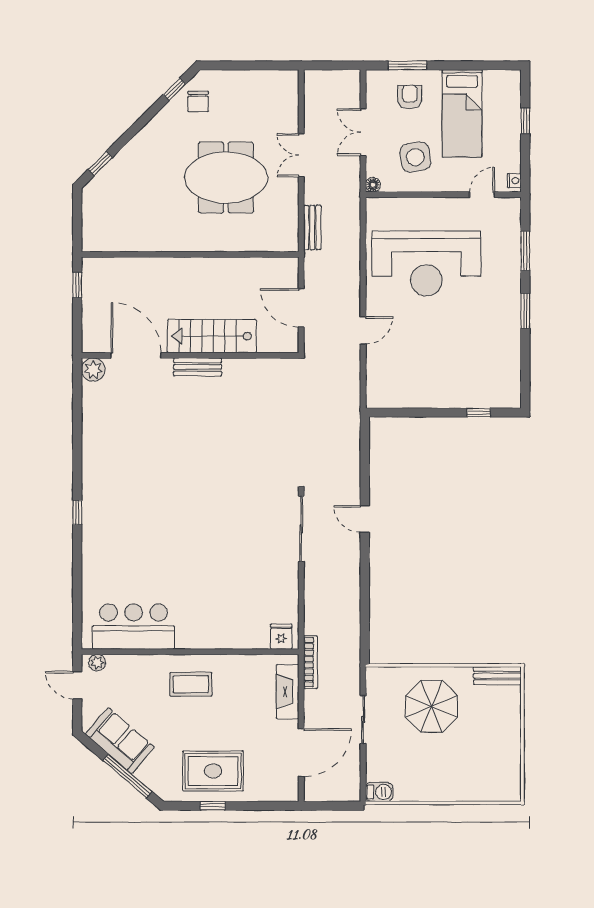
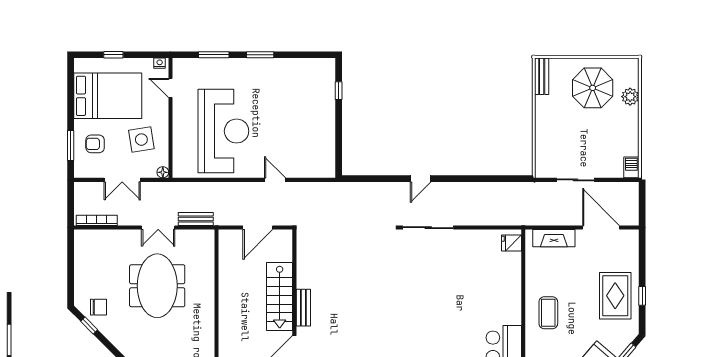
bed: (462, 113) -> (108, 96), width x1.50
double door: (301, 155) -> (158, 228), moved
bookcase: (311, 662) -> (97, 220), moved
parasol: (431, 706) -> (593, 88), moved
plant: (471, 790) -> (630, 97), added

